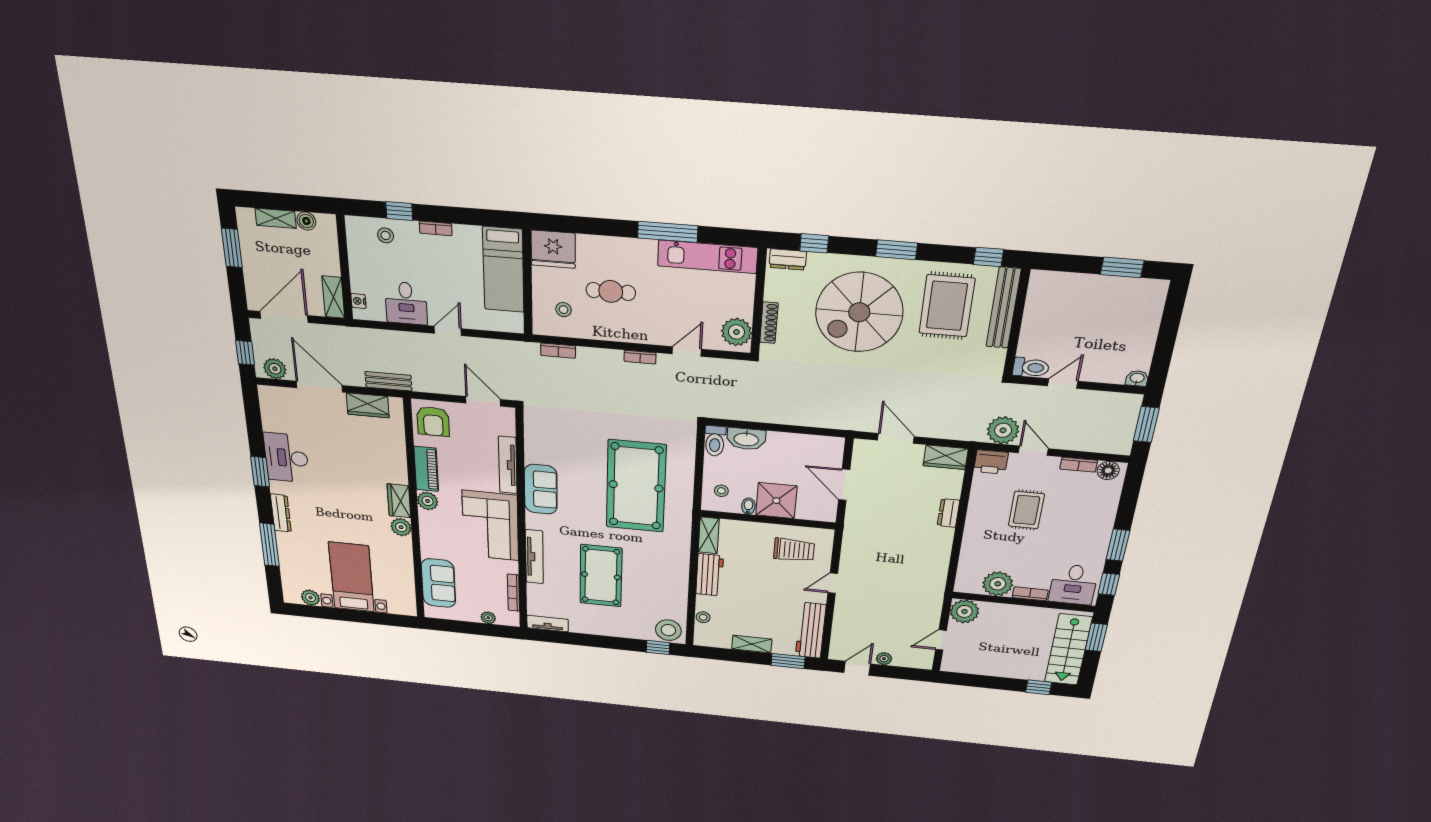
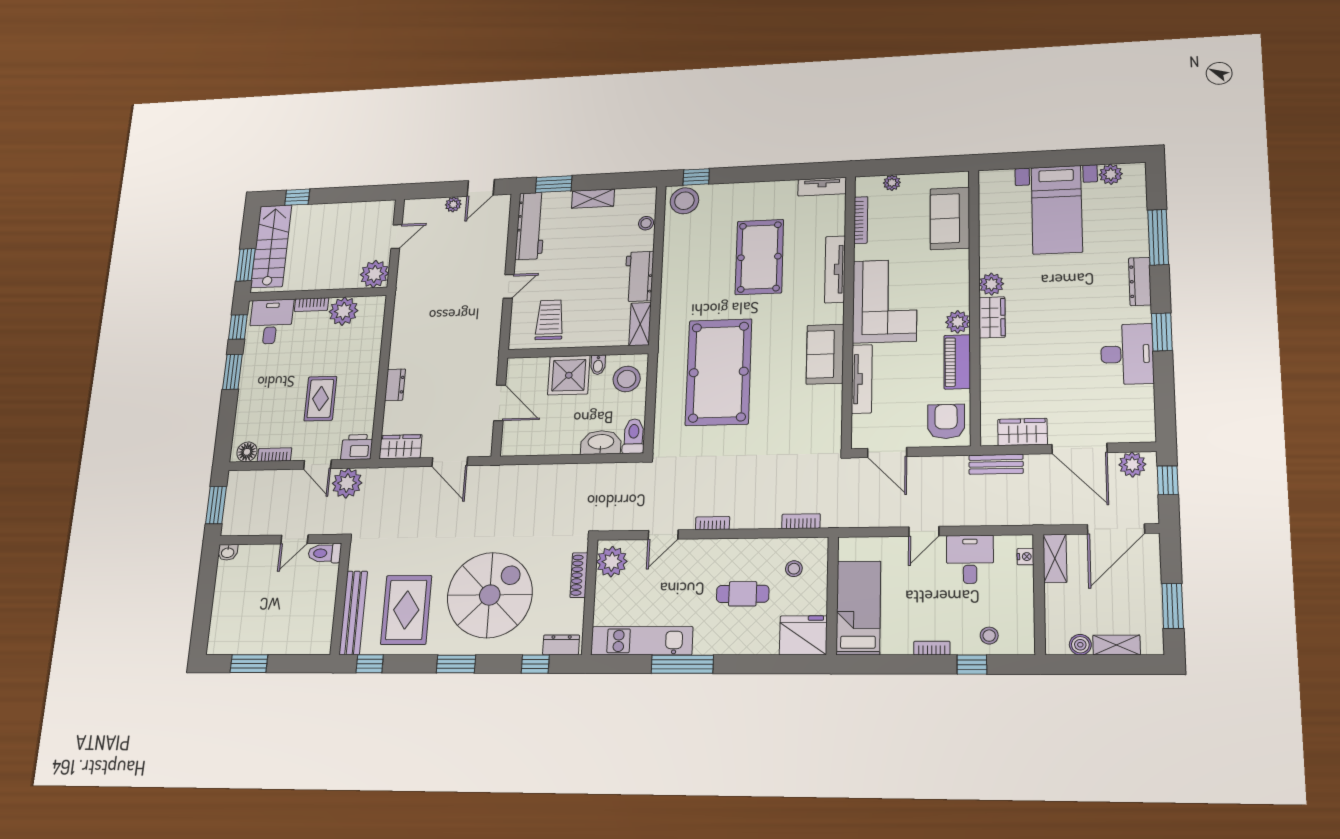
stool: (721, 491) -> (627, 379), width x1.89, depth x1.89
trolley: (794, 550) -> (550, 320), turned 90

